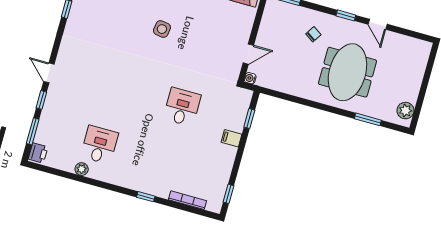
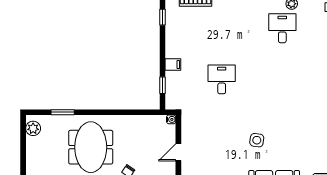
door: (248, 54) -> (178, 152), moved
desk: (182, 107) -> (222, 79), turned 180
desk: (99, 145) -> (282, 28), turned 180

